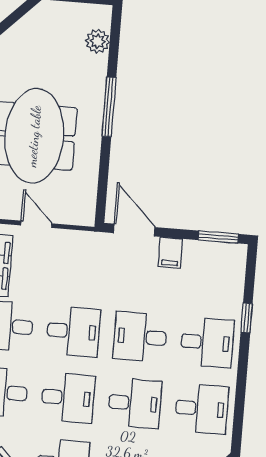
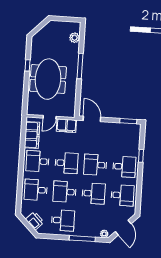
door: (36, 224) -> (50, 117), swing flipped
filing cabinet: (170, 253) -> (66, 126), moved, width x2.00
desk: (68, 398) -> (65, 192), turned 180

